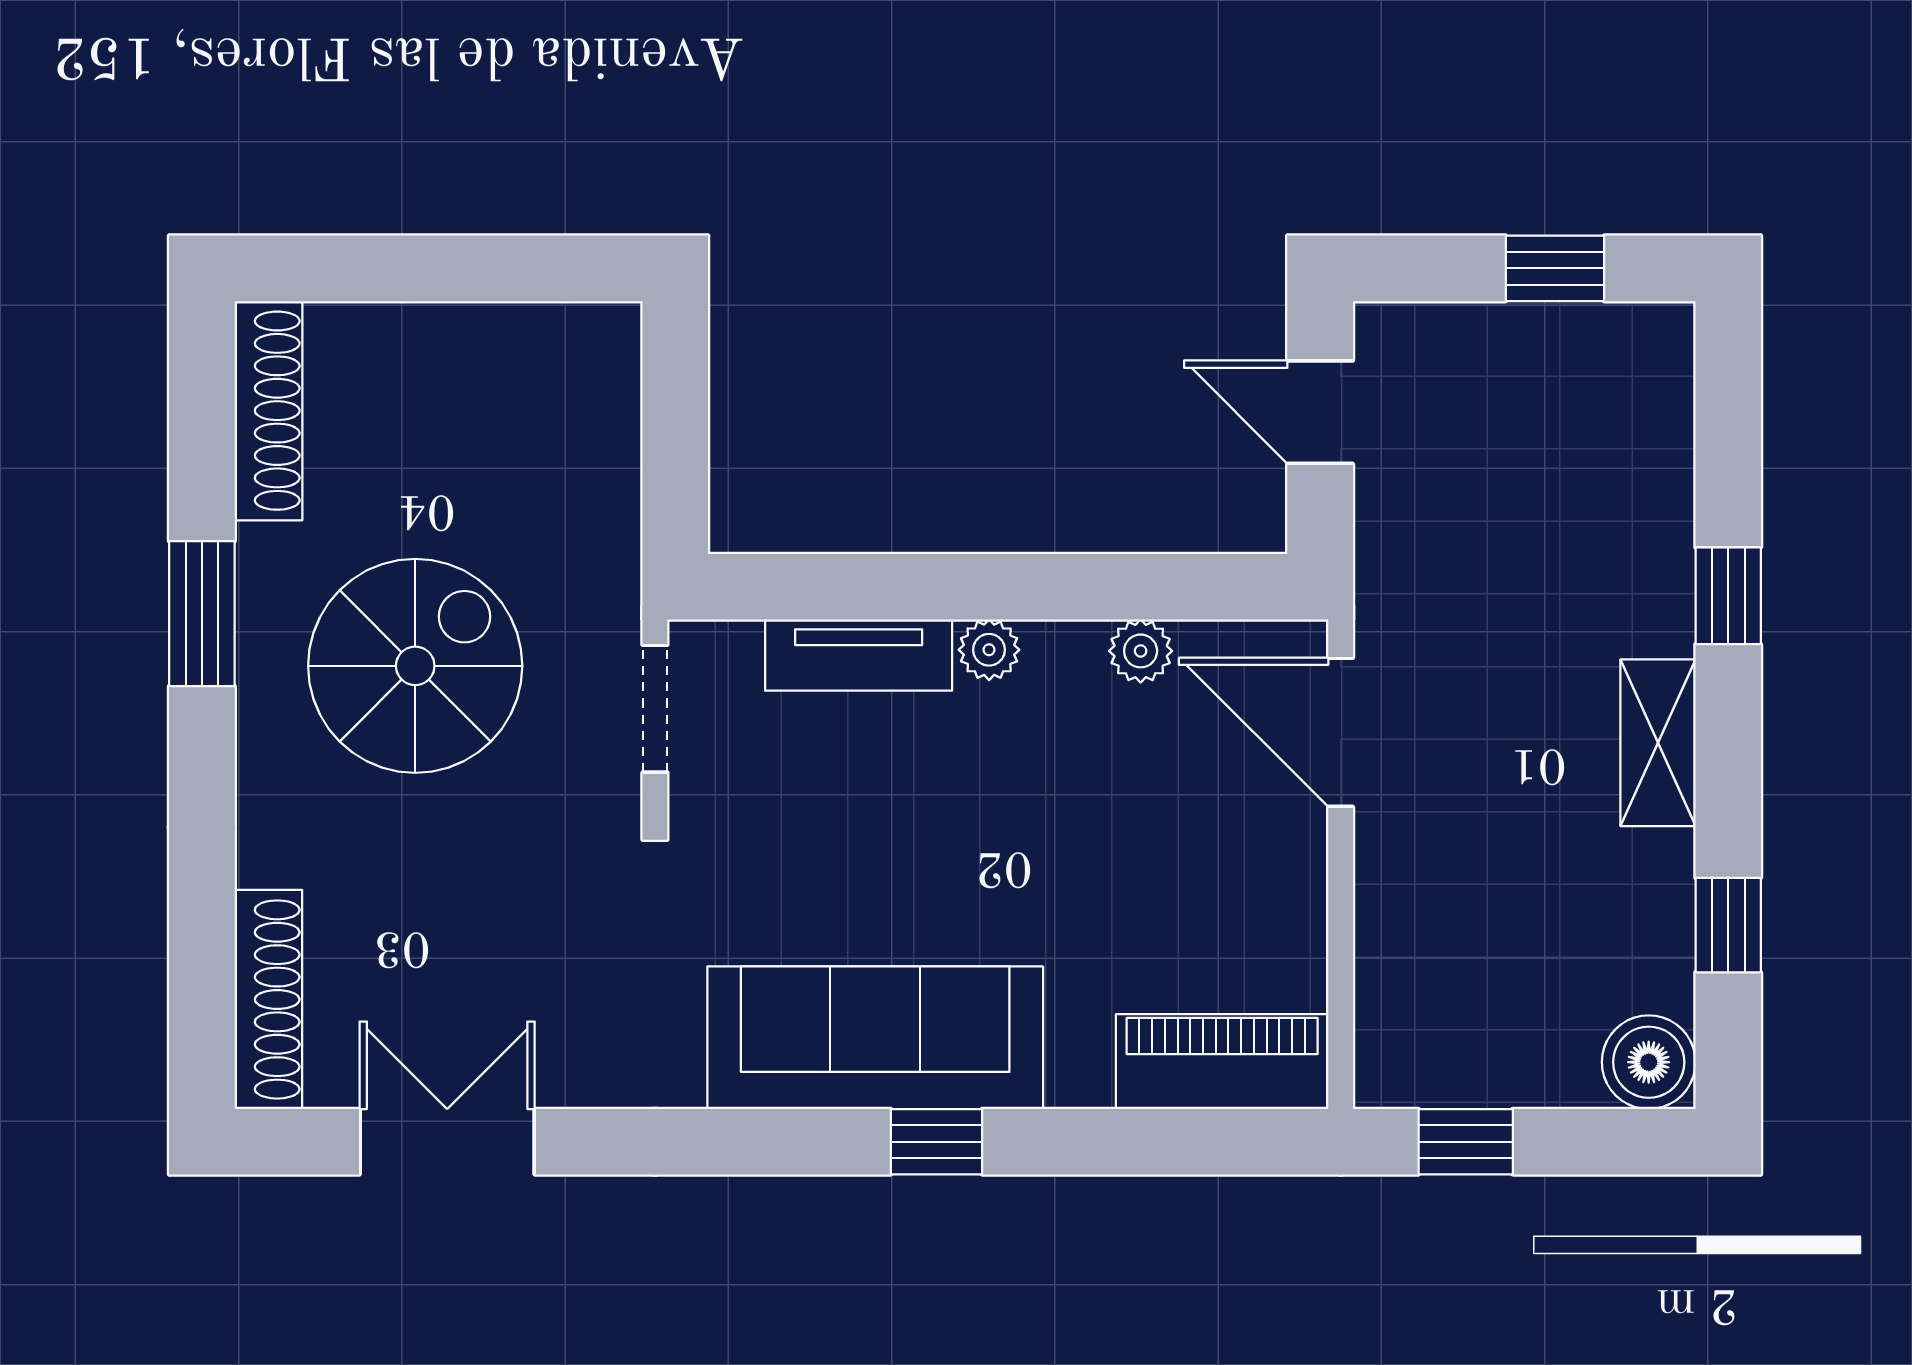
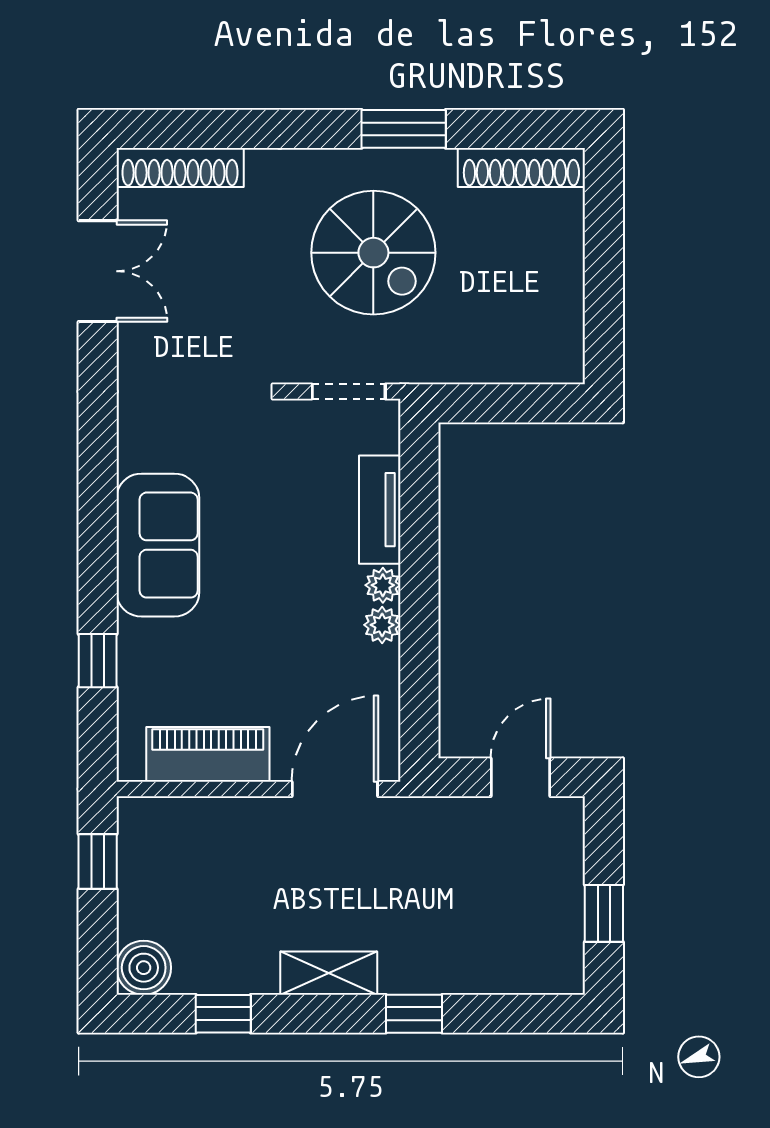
plant: (1141, 651) -> (382, 625), moved
sofa: (875, 1038) -> (158, 545), width x0.73
piano: (1222, 1062) -> (208, 754), moved, turned -90
window: (936, 1142) -> (98, 661), moved

